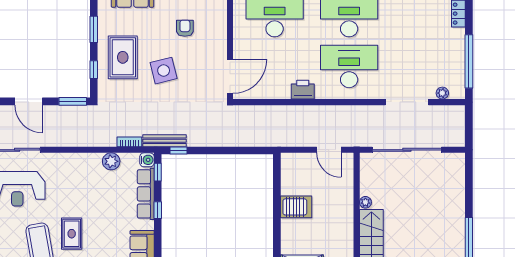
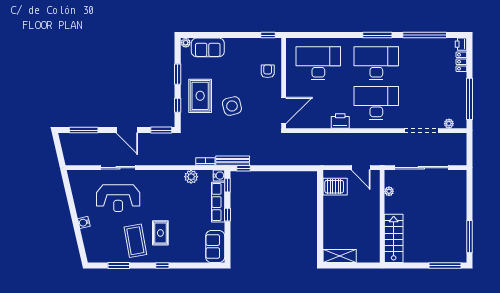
armchair: (185, 28) -> (268, 71), moved
plant: (365, 202) -> (389, 191), moved
server rack: (296, 207) -> (335, 187), moved

